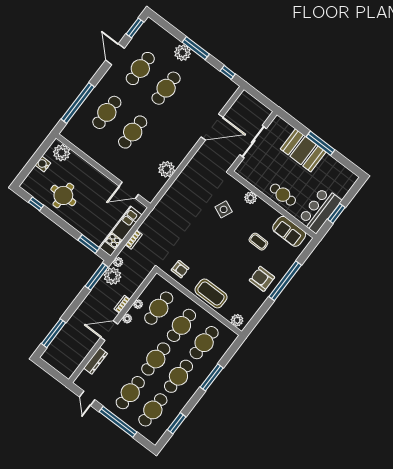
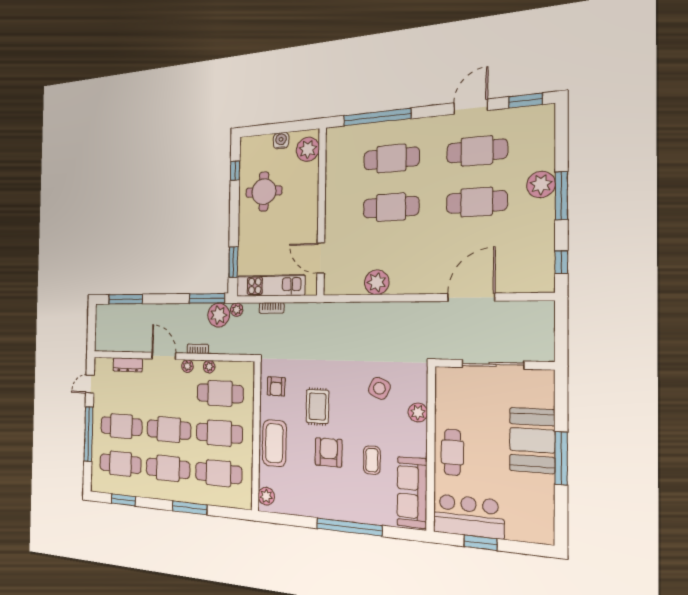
door: (212, 127) -> (471, 297), swing flipped
sofa: (289, 231) -> (412, 492), width x1.36
rug: (209, 252) -> (317, 406), added
armchair: (262, 279) -> (329, 452), moved

